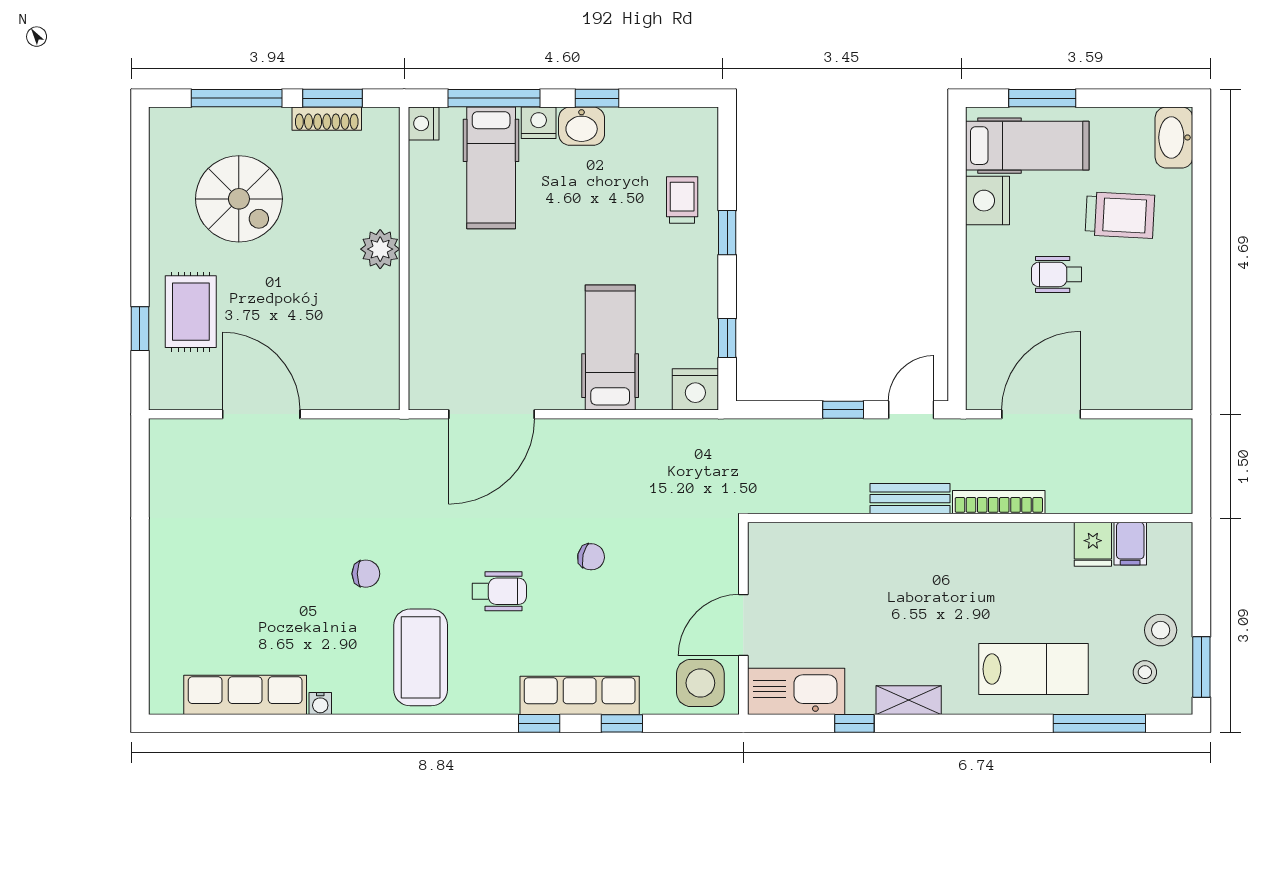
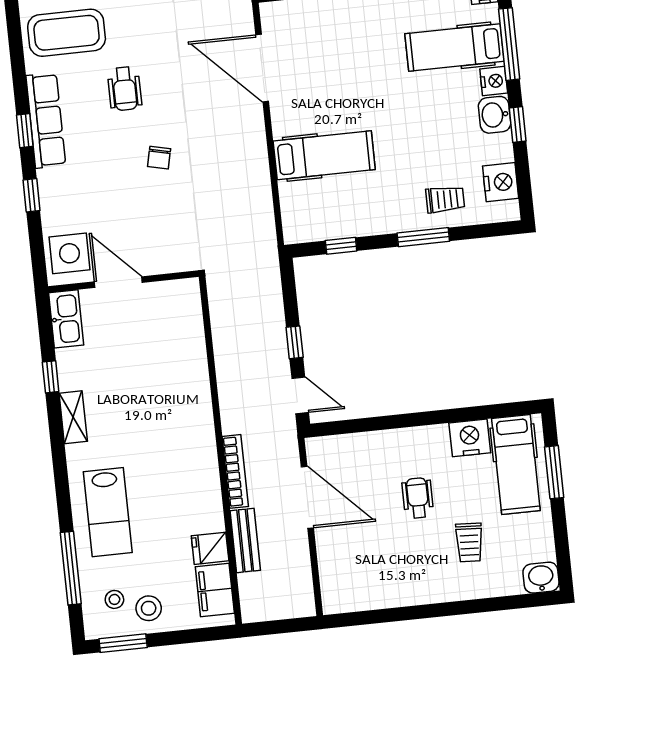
washbasin: (1174, 137) -> (541, 578), width x0.72
trolley: (1120, 215) -> (469, 542), width x0.73, depth x0.72
window: (727, 233) -> (423, 237), width x1.50
nightstand: (695, 389) -> (501, 182), moved, turned 180
bench: (910, 499) -> (245, 540), moved
filing cabinet: (1130, 544) -> (215, 590), width x2.00
kitchen sink: (796, 691) -> (66, 319), width x0.73, depth x0.81
row of seats: (580, 695) -> (46, 120), moved

